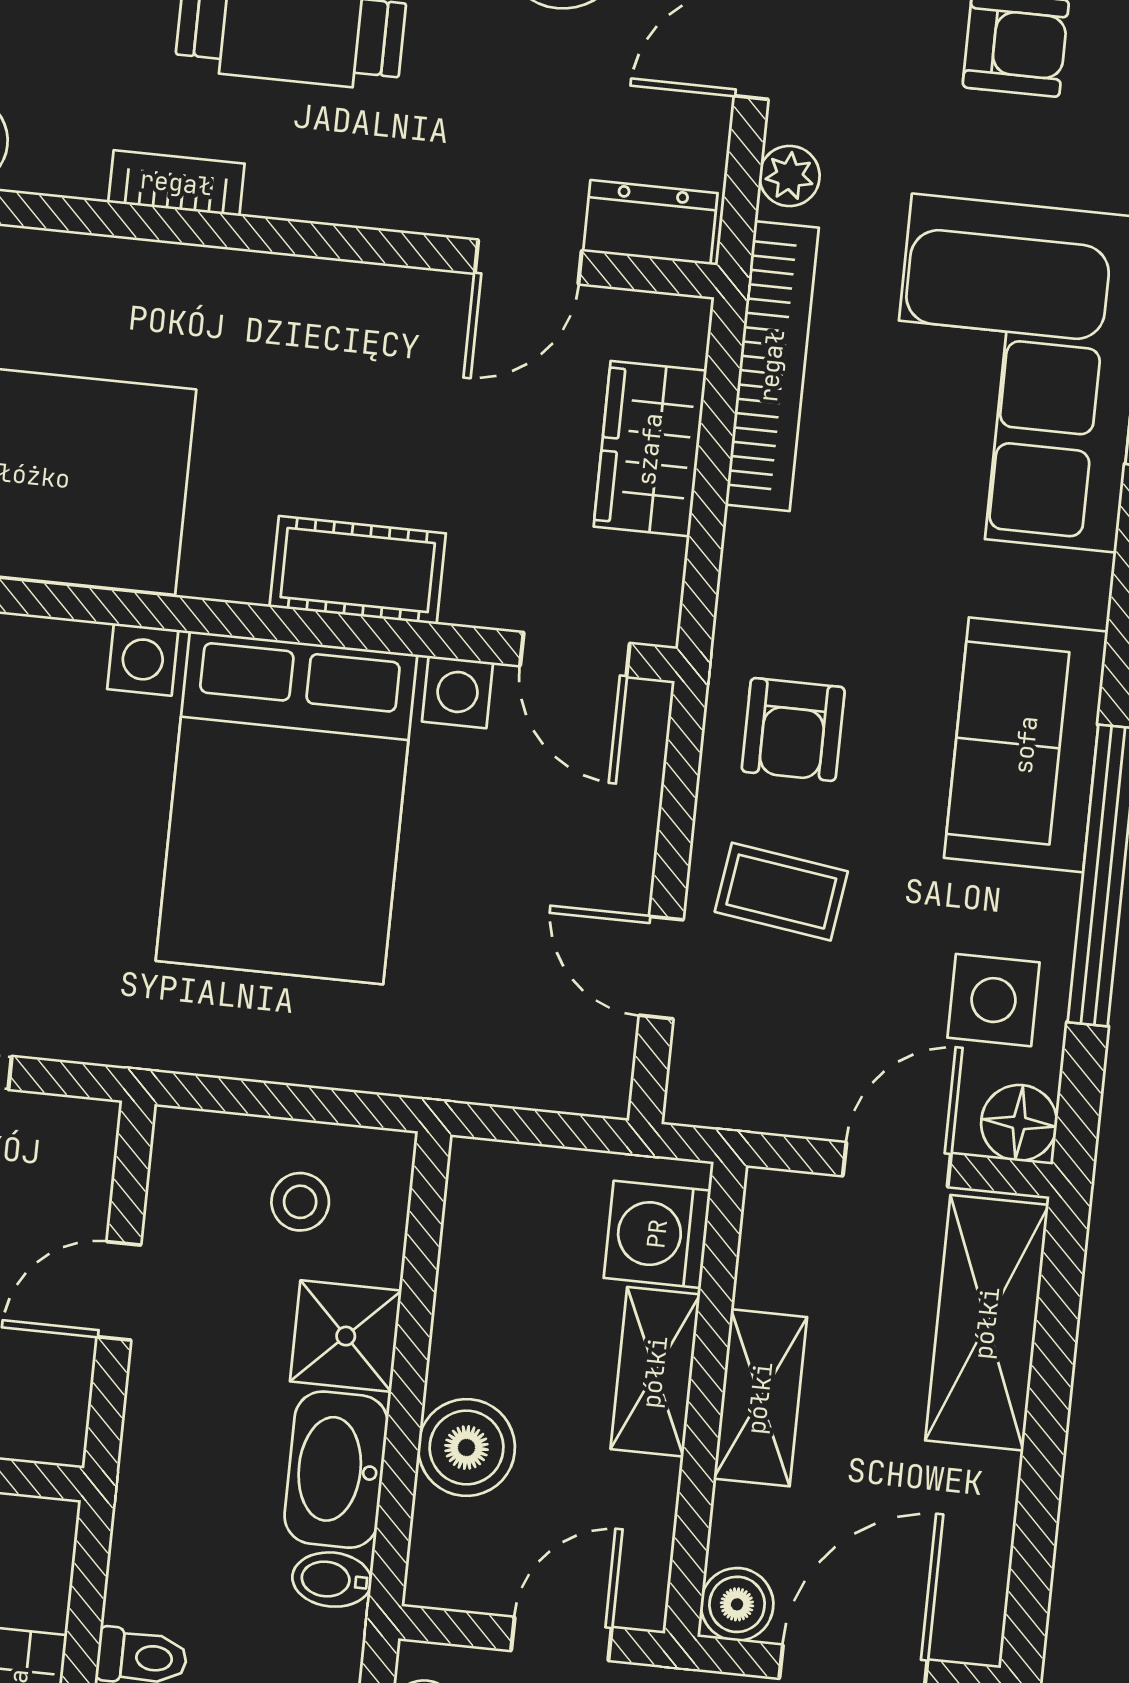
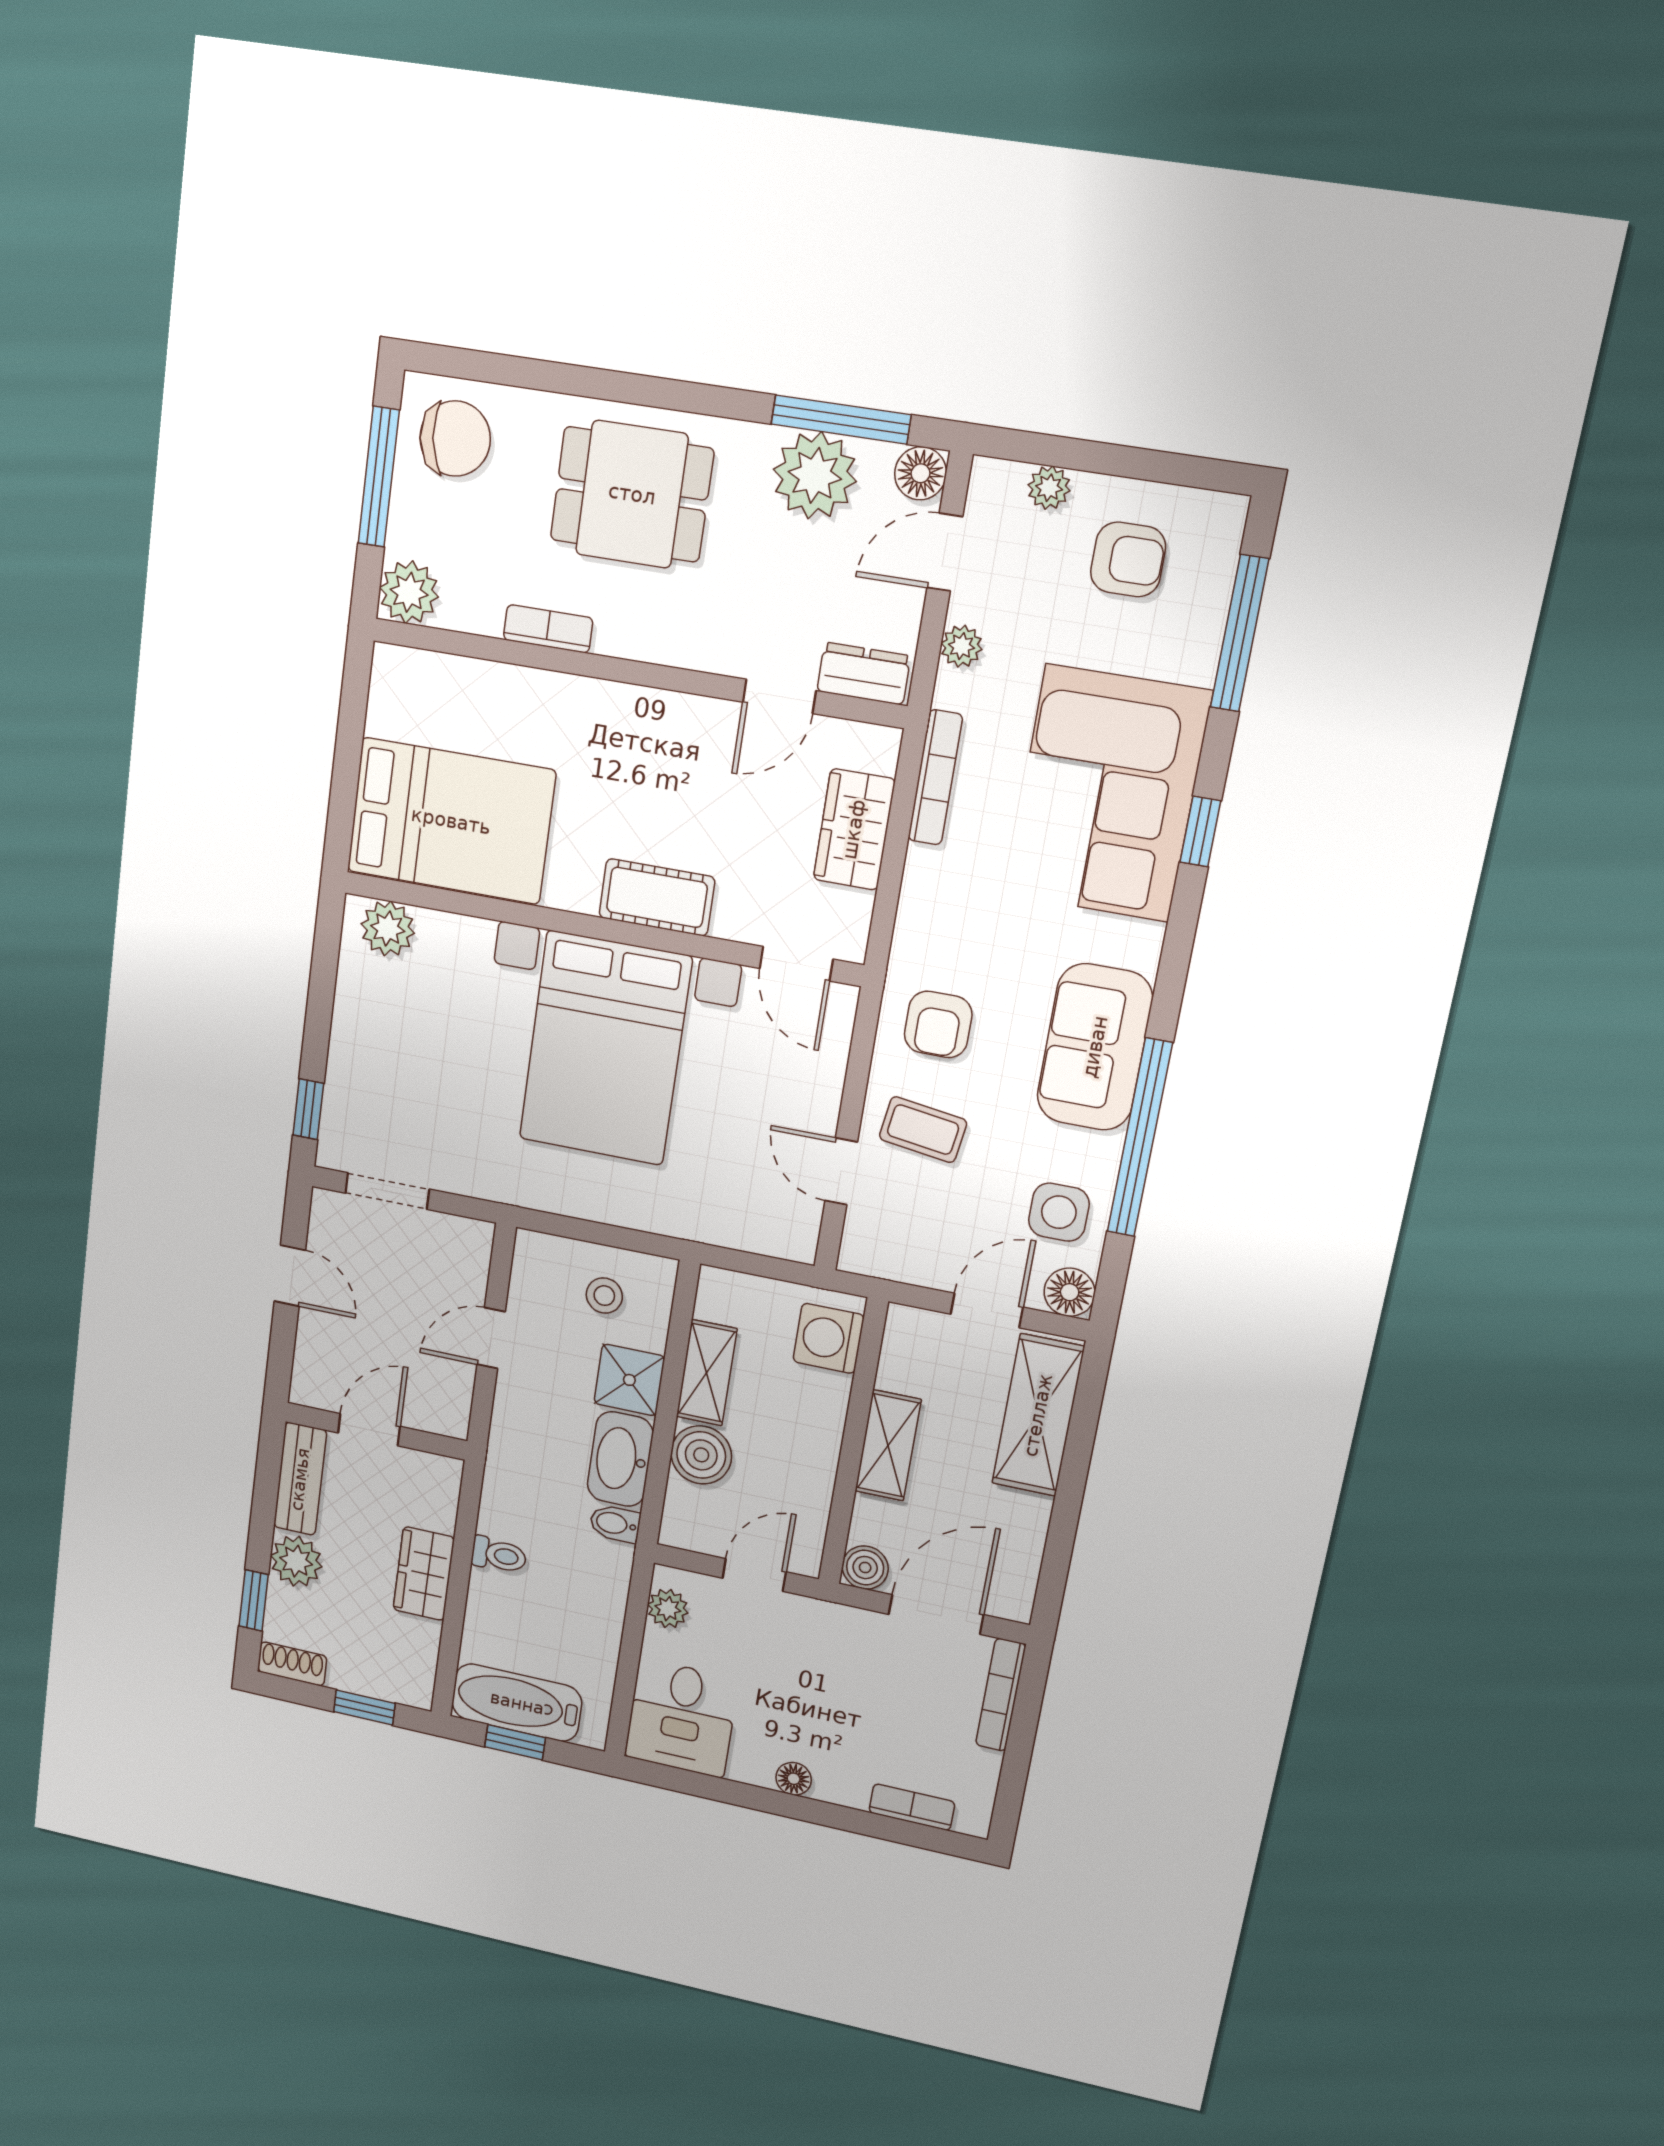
bookcase: (772, 366) -> (935, 777), width x0.68, depth x0.76
shelving: (655, 1372) -> (707, 1373), moved

